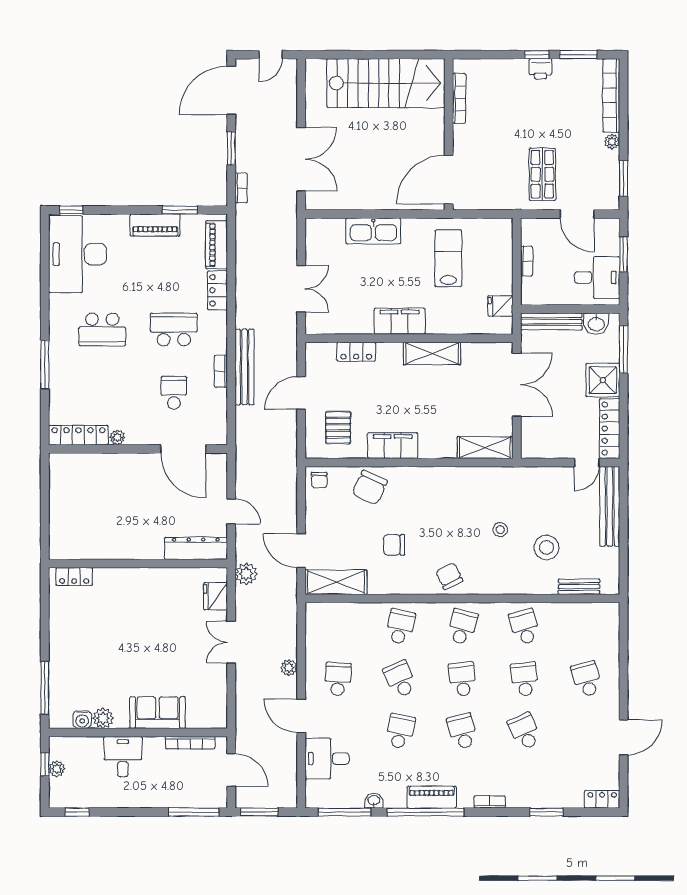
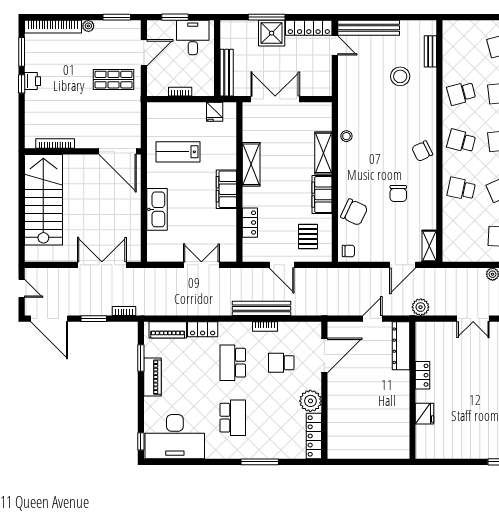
washbasin: (596, 324) -> (228, 38), removed
window: (624, 349) -> (267, 17), moved
pallet: (338, 428) -> (308, 237), turned 90
plant: (117, 437) -> (310, 401), width x1.88, depth x1.88
shelving: (485, 448) -> (323, 153), moved
stool: (500, 530) -> (346, 136), moved
locker: (74, 576) -> (423, 375), moved
shelving: (336, 582) -> (429, 246), width x0.67, depth x0.75
fridge: (215, 596) -> (425, 414), moved, turned -90

